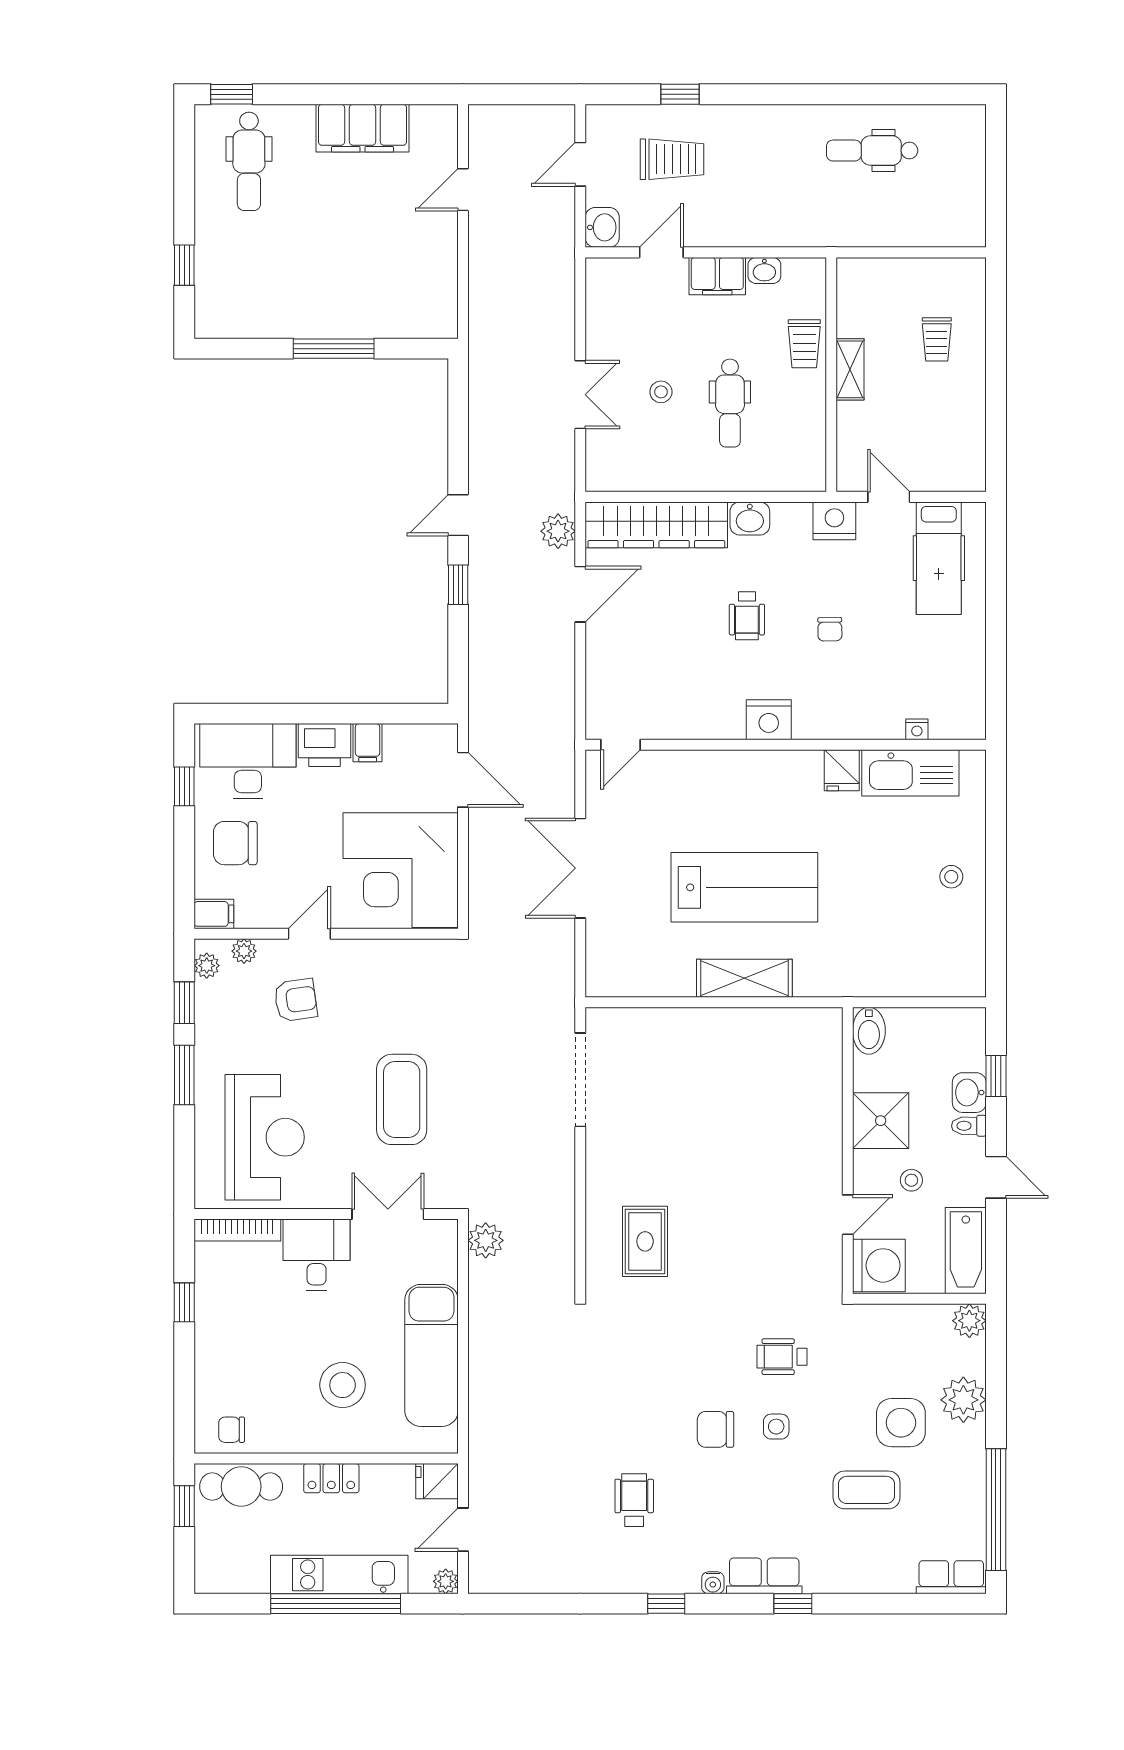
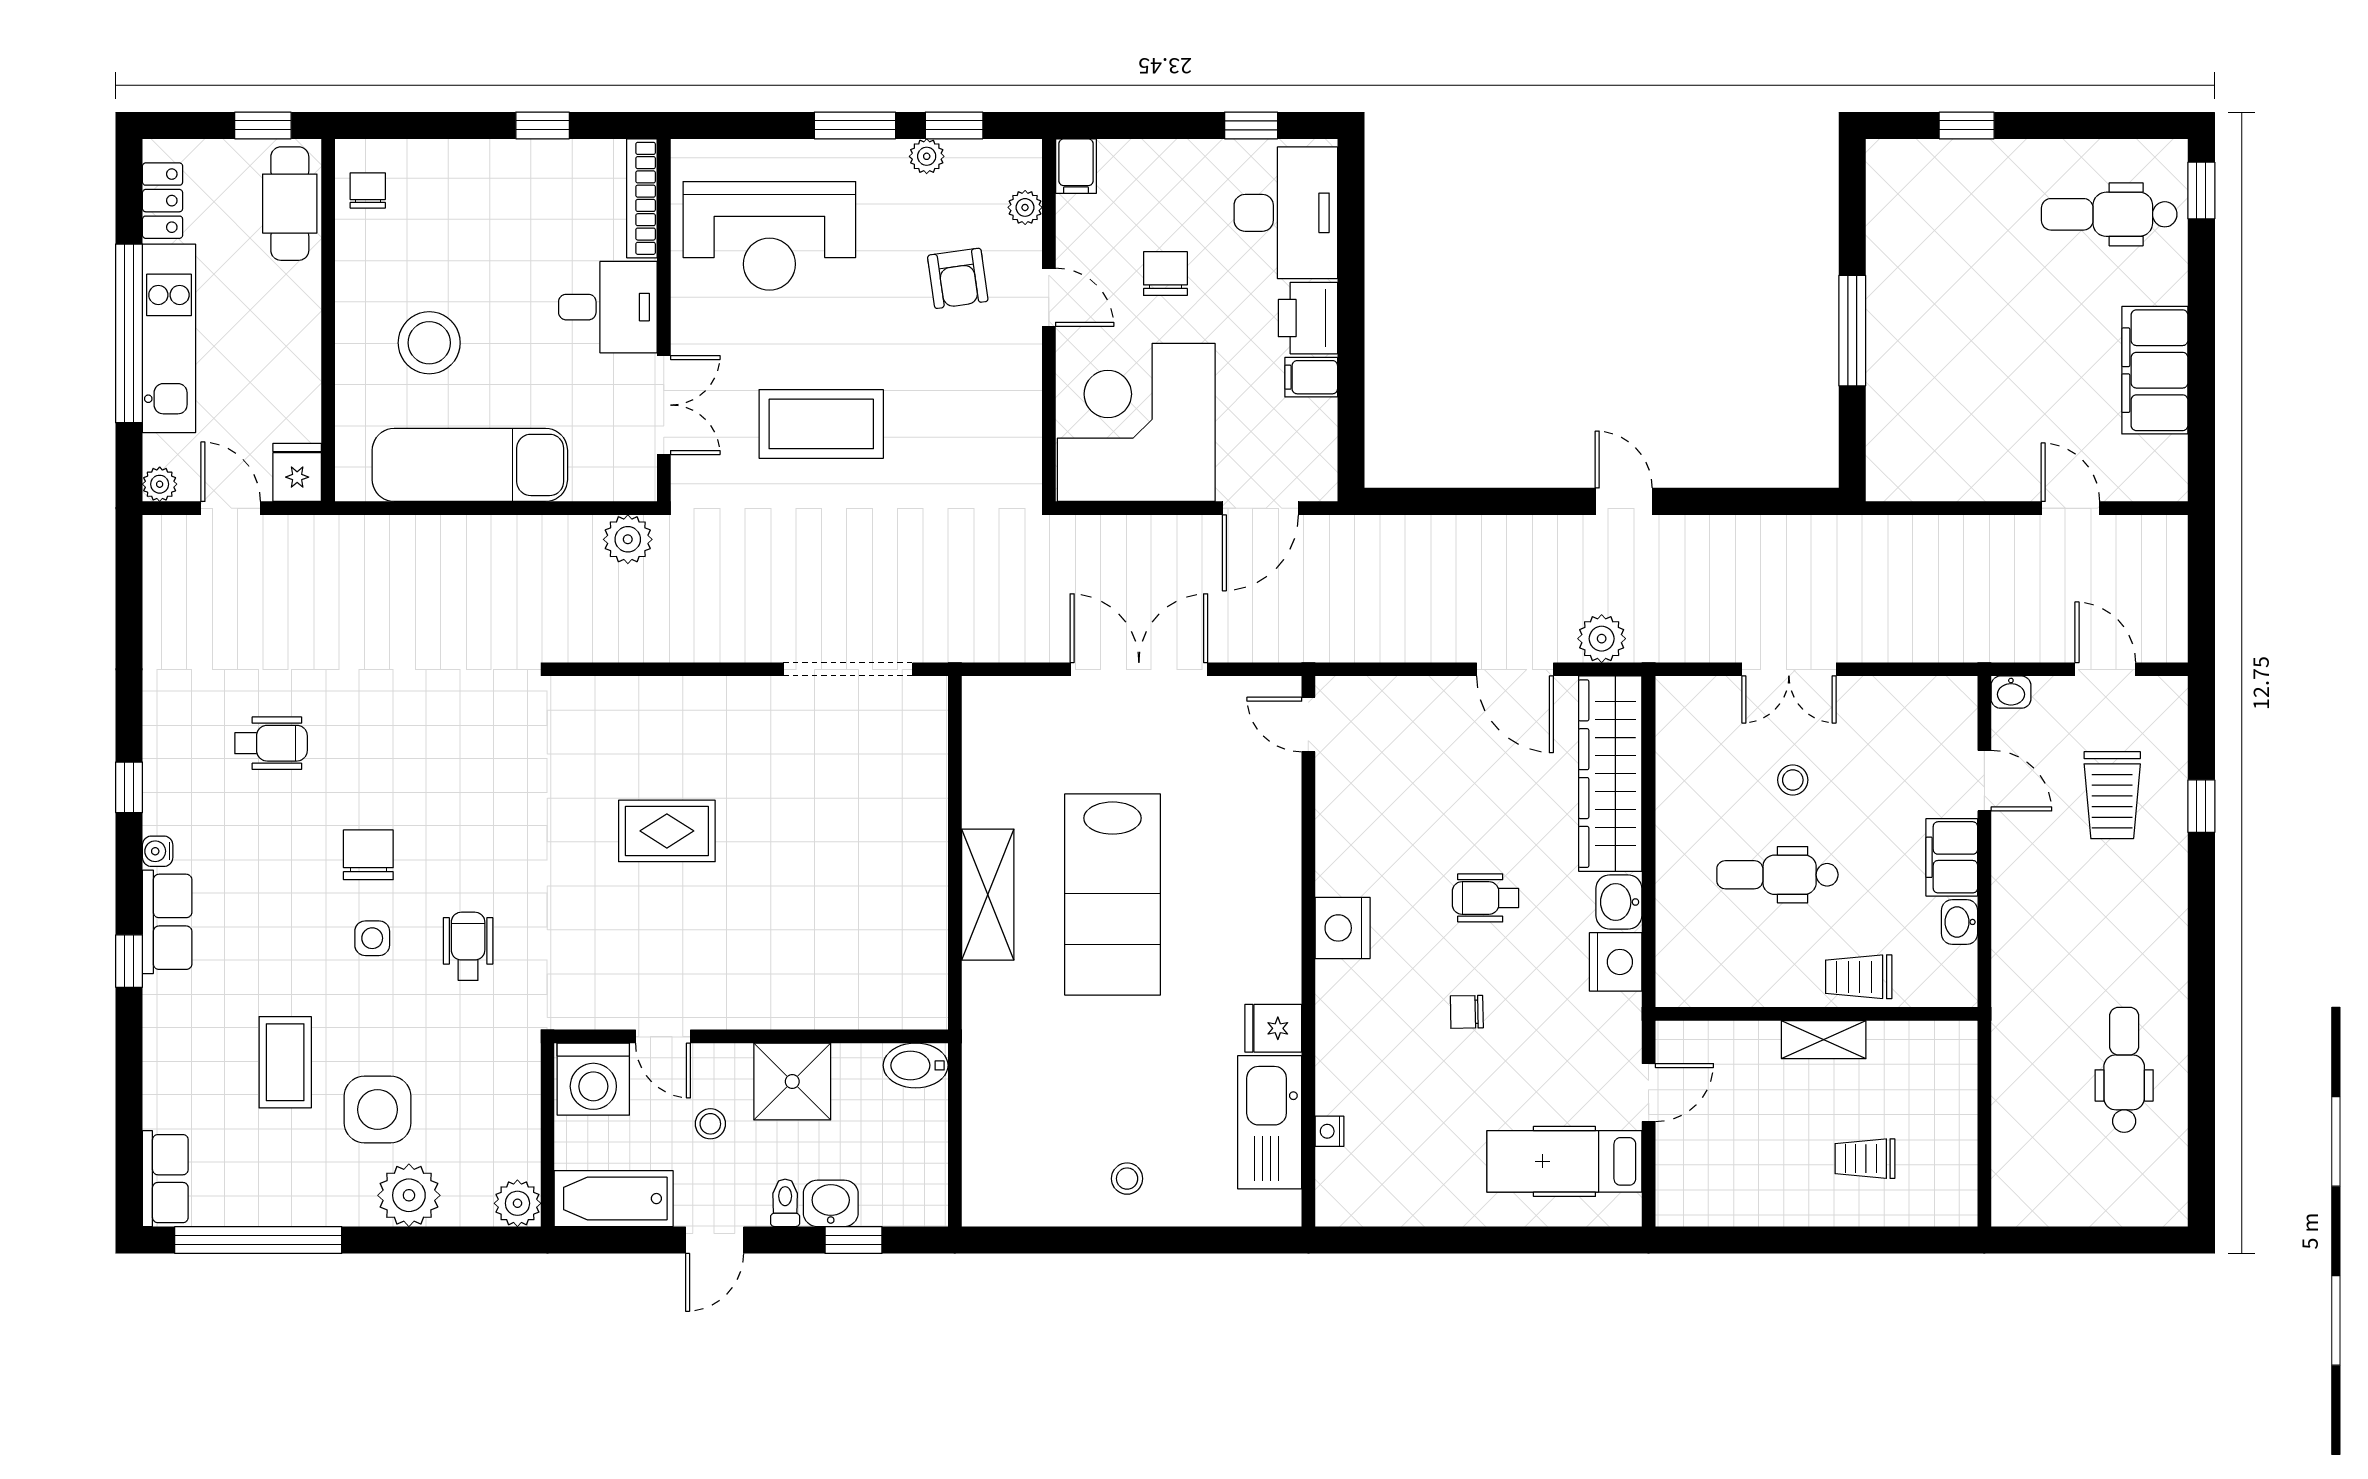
washbasin: (602, 227) -> (2011, 692), width x0.72, depth x0.69
nightstand: (834, 521) -> (1616, 962), moved
window: (458, 585) -> (1528, 501), removed
chair: (235, 843) -> (1165, 274), moved, width x0.73, depth x0.73
plant: (207, 966) -> (927, 156), moved
rug: (645, 1241) -> (667, 831), moved
locker: (331, 1478) -> (163, 201), moved, turned 180

